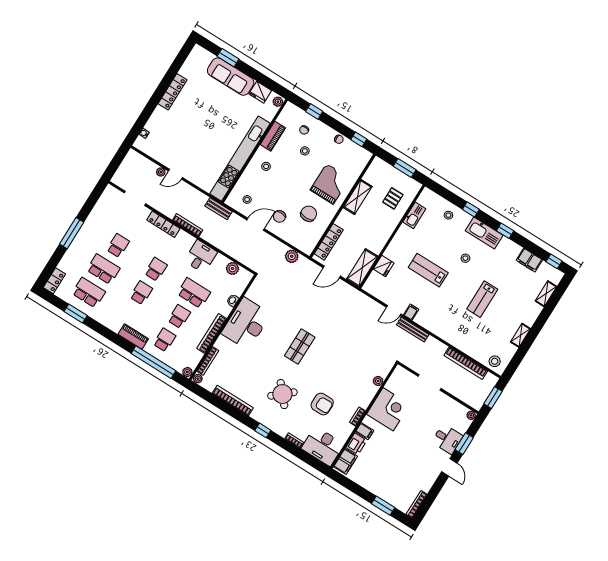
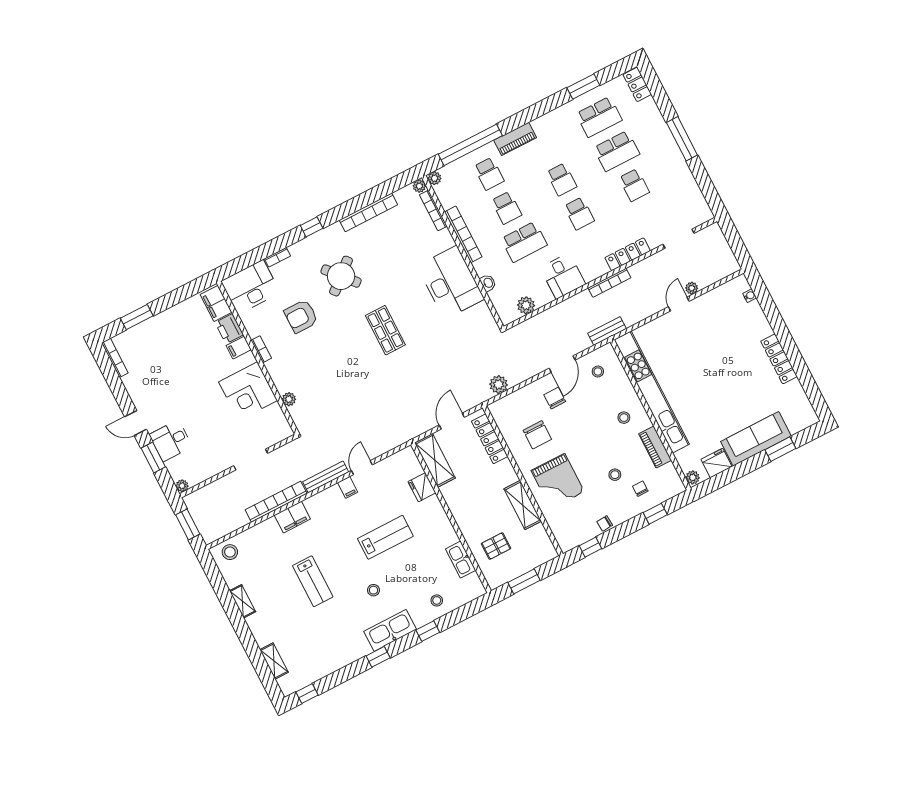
pallet: (393, 198) -> (496, 546), turned 90
filing cabinet: (529, 260) -> (292, 517), moved, turned 180
lab bench: (482, 299) -> (313, 581), turned 180
bookcase: (466, 363) -> (276, 502), moved

